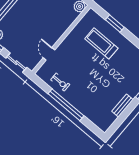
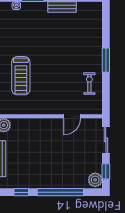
window: (66, 105) -> (106, 60), width x0.47

